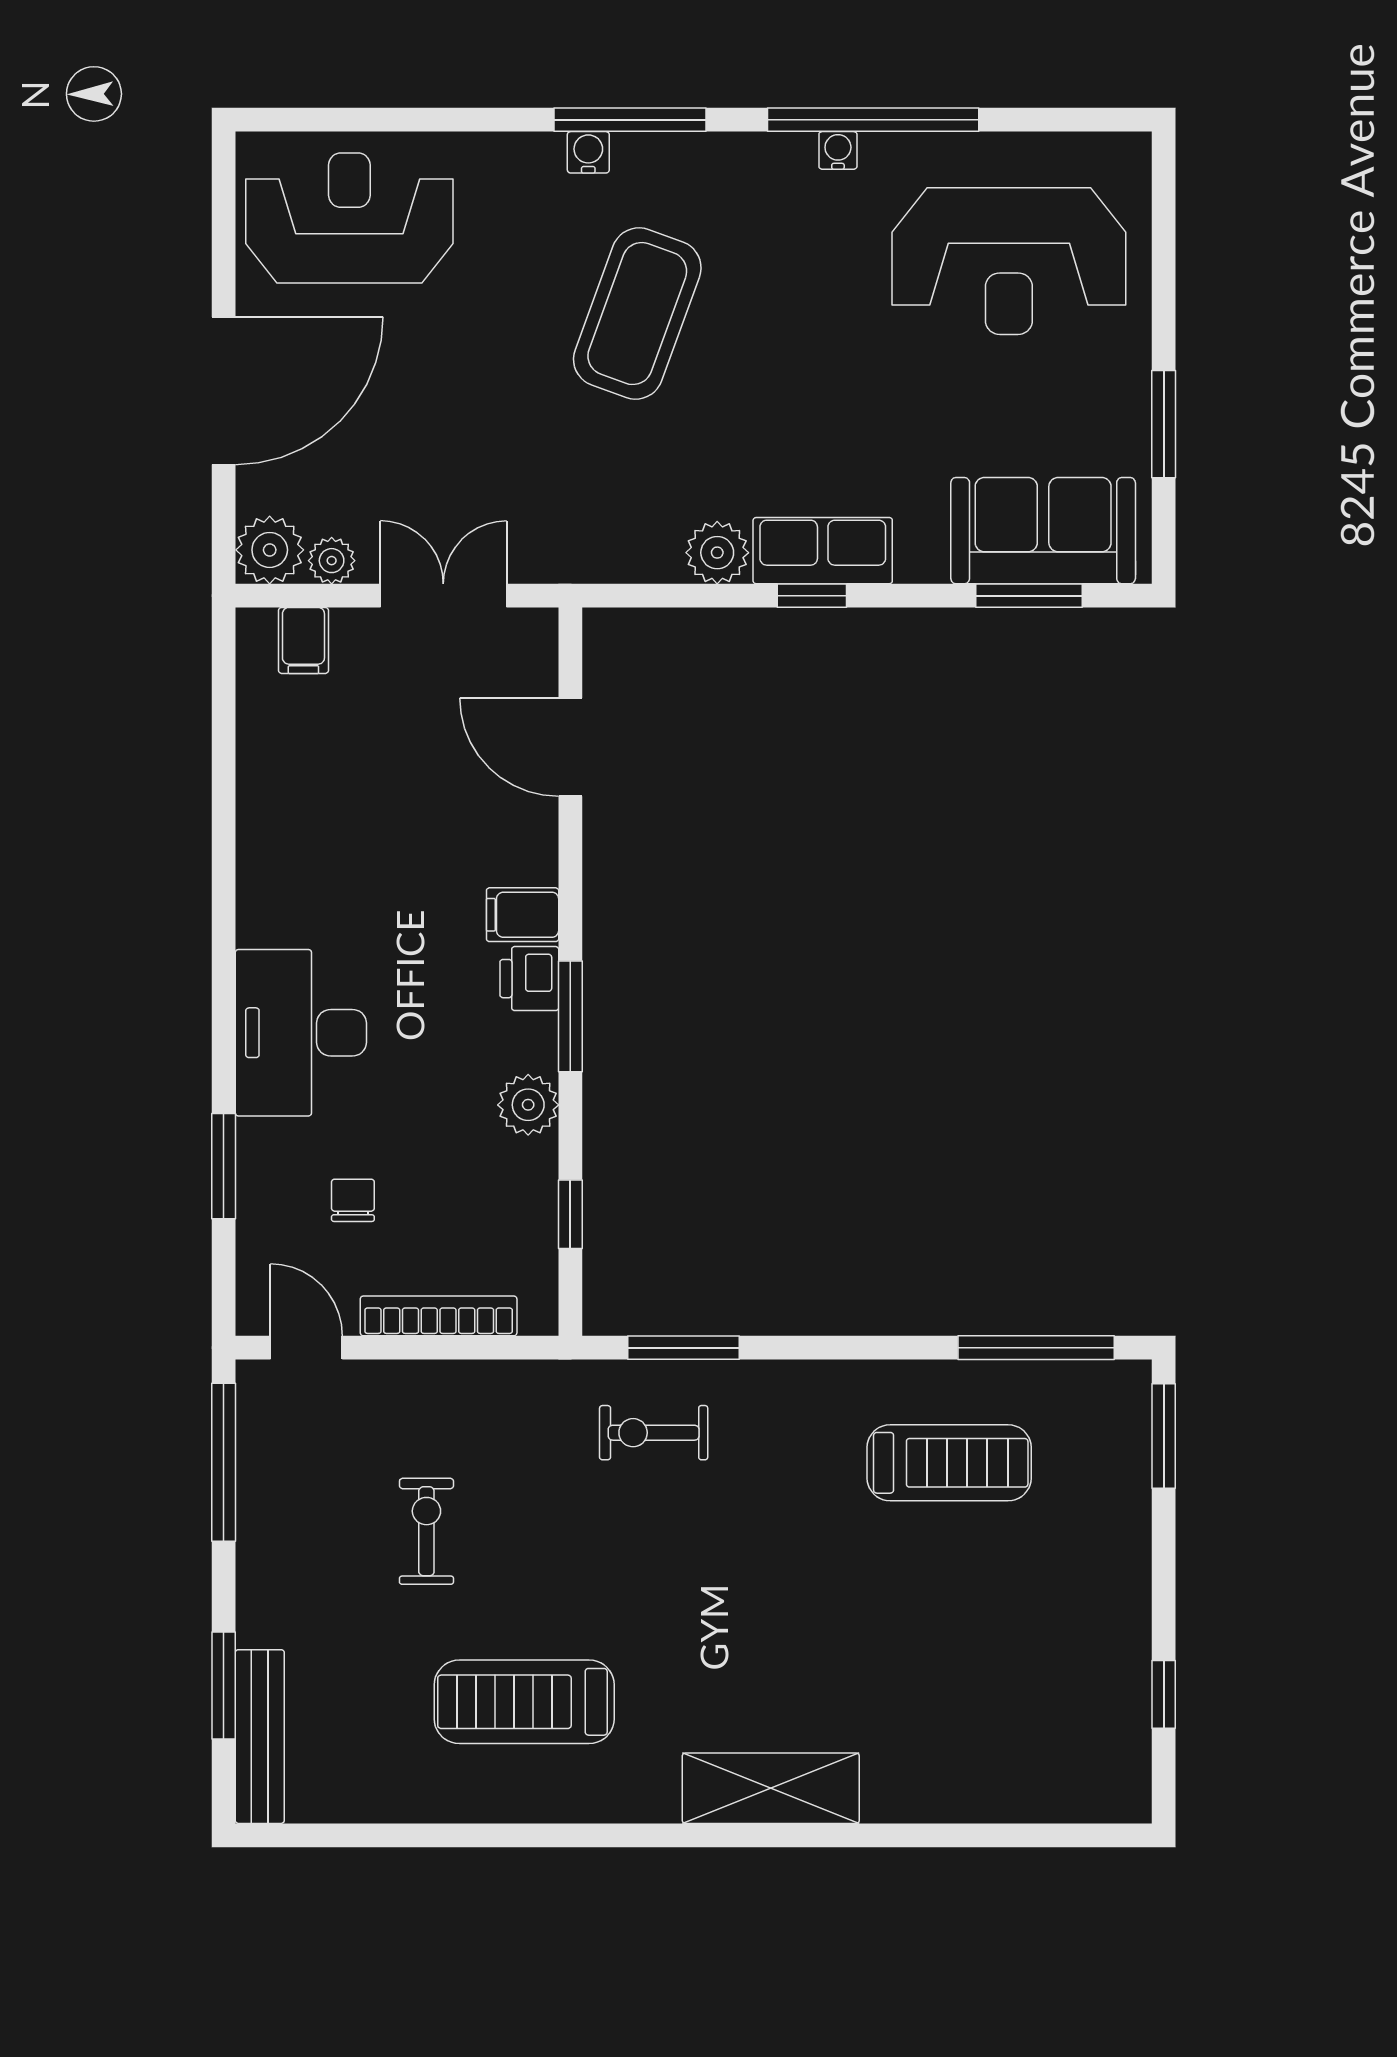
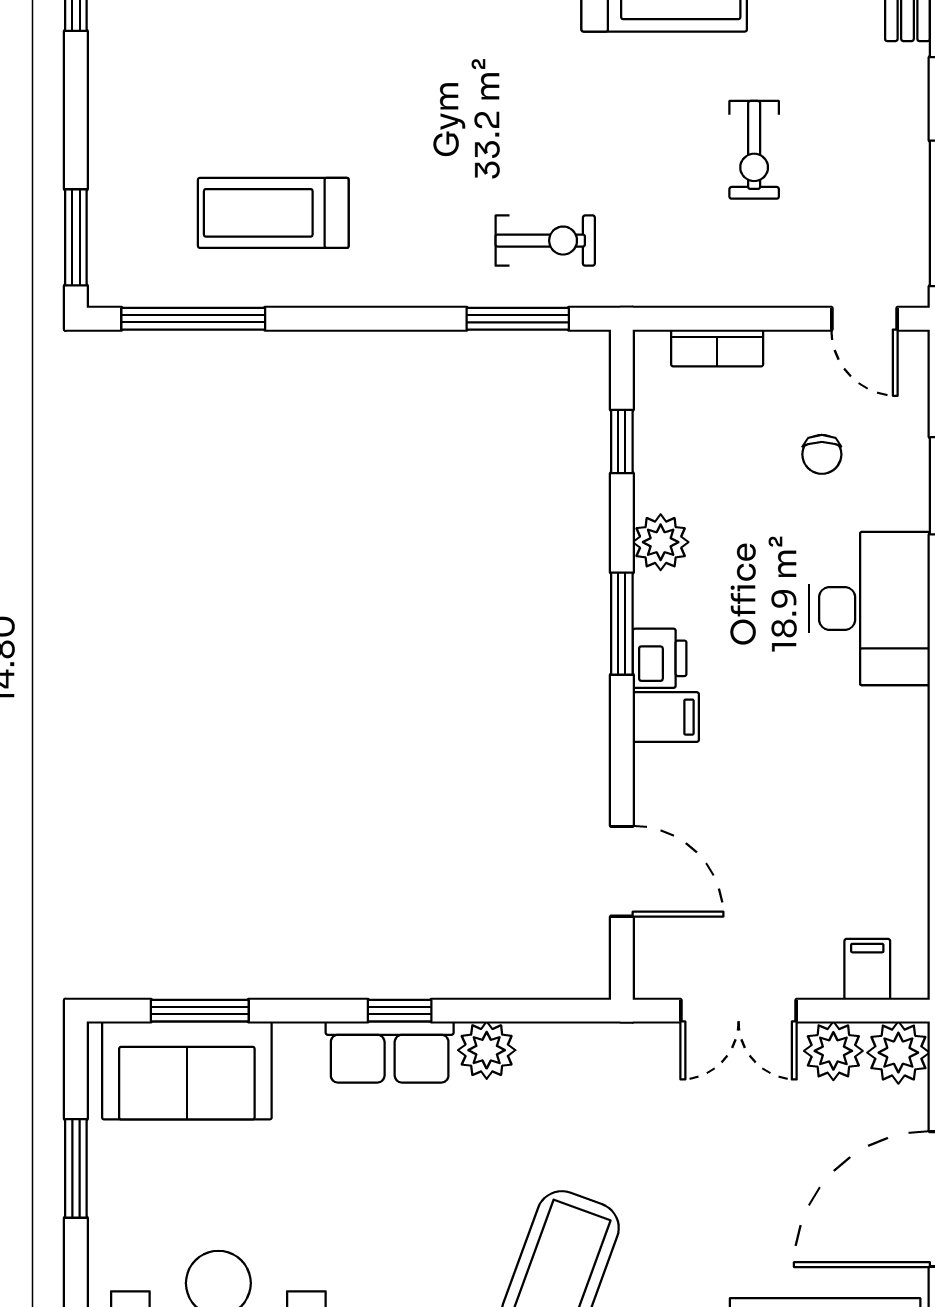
plant: (332, 561) -> (833, 1051), width x1.38, depth x1.38
bookcase: (439, 1316) -> (717, 348), width x0.64

